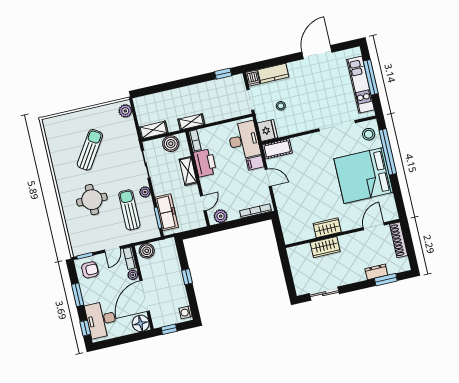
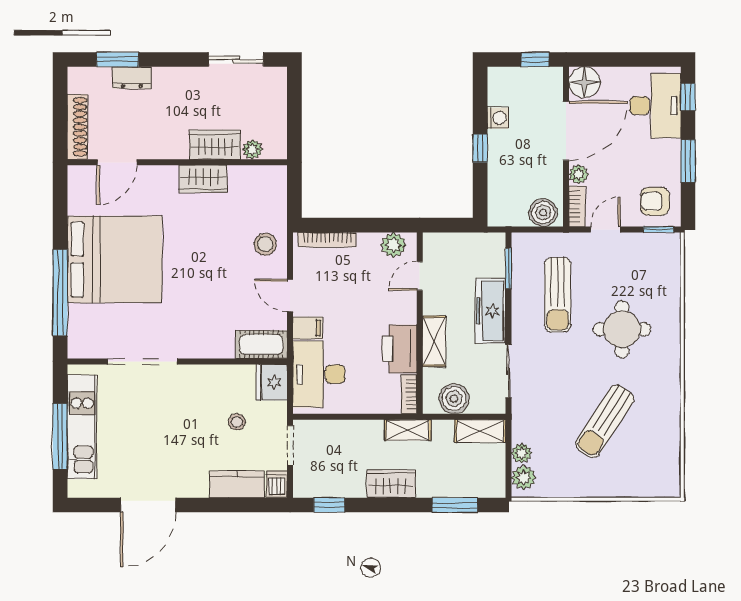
window: (158, 89) -> (455, 505), added
wardrobe: (193, 92) -> (391, 484), added
stool: (369, 134) -> (265, 244), moved
plant: (145, 192) -> (522, 453), moved
freezer: (167, 212) -> (490, 311), moved
plant: (305, 249) -> (252, 149), added
washing machine: (186, 312) -> (498, 118), moved

